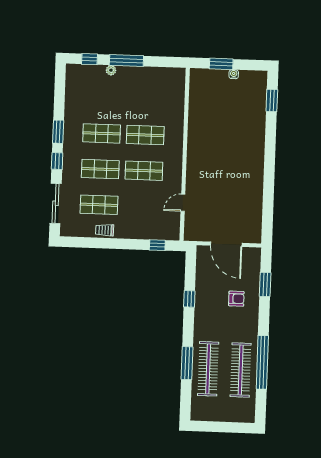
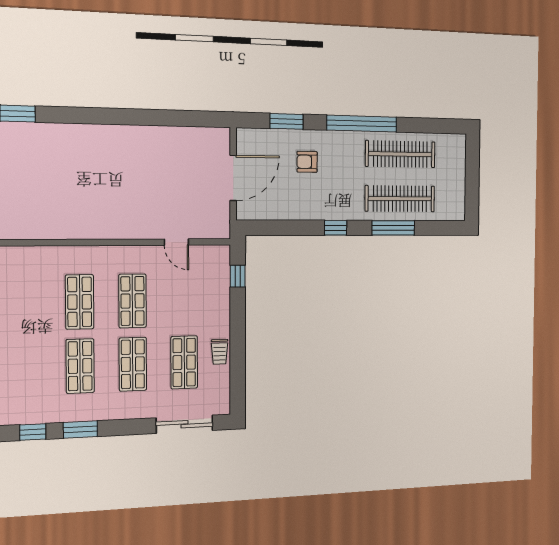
window: (57, 161) -> (33, 432), moved
window: (189, 299) -> (336, 228), moved
armchair: (236, 299) -> (307, 162), turned -90
window: (262, 362) -> (362, 124), moved

